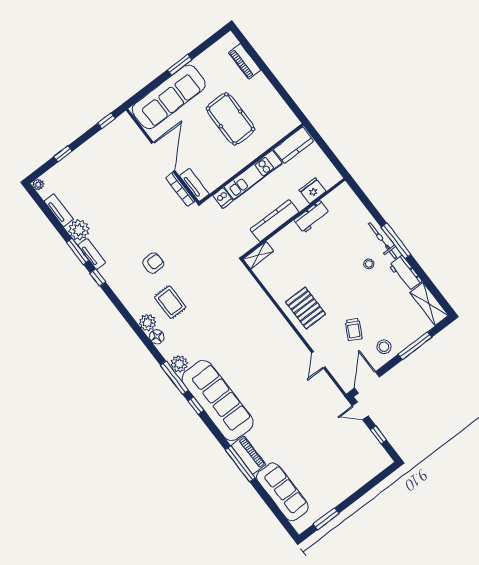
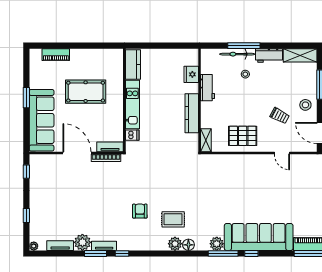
fridge: (312, 191) -> (191, 74), moved
workbench: (312, 217) -> (208, 88), moved
wall: (293, 218) -> (200, 100), moved
kitchen counter: (274, 221) -> (192, 113), moved
shelving: (258, 255) -> (206, 140), moved

